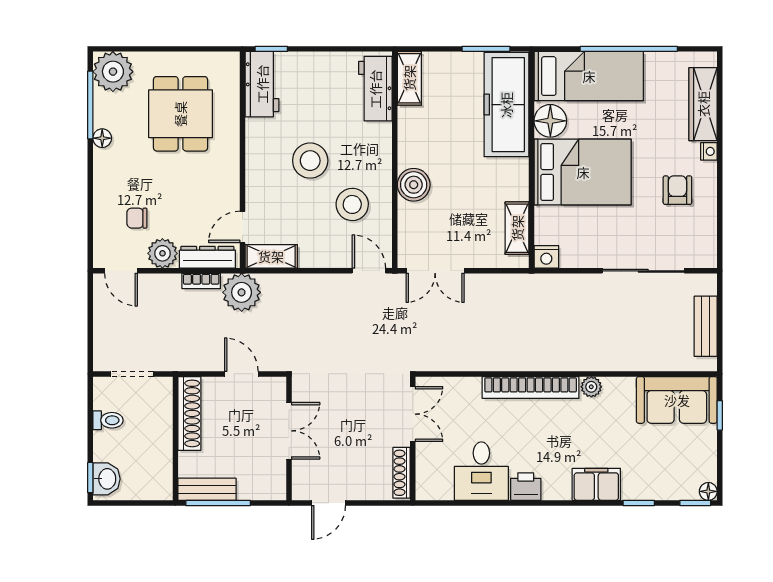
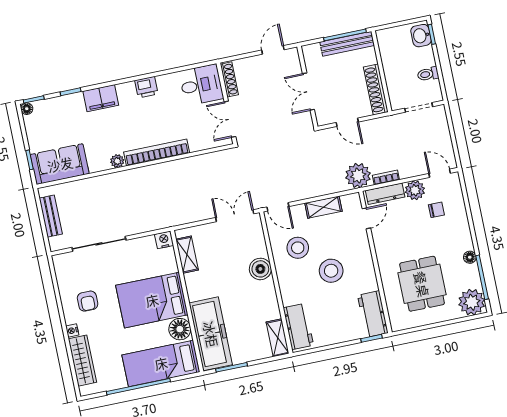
shelving: (271, 256) -> (323, 207), moved
desk: (481, 471) -> (201, 85), moved, turned 90
bench: (207, 489) -> (347, 44), width x1.36

